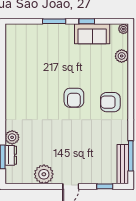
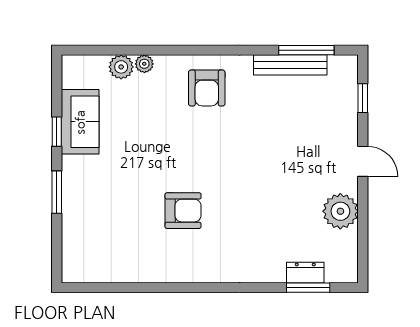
plant: (123, 29) -> (144, 64), moved
armchair: (74, 98) -> (183, 211), moved
plant: (12, 137) -> (272, 270), removed
bench: (123, 164) -> (290, 65), moved

